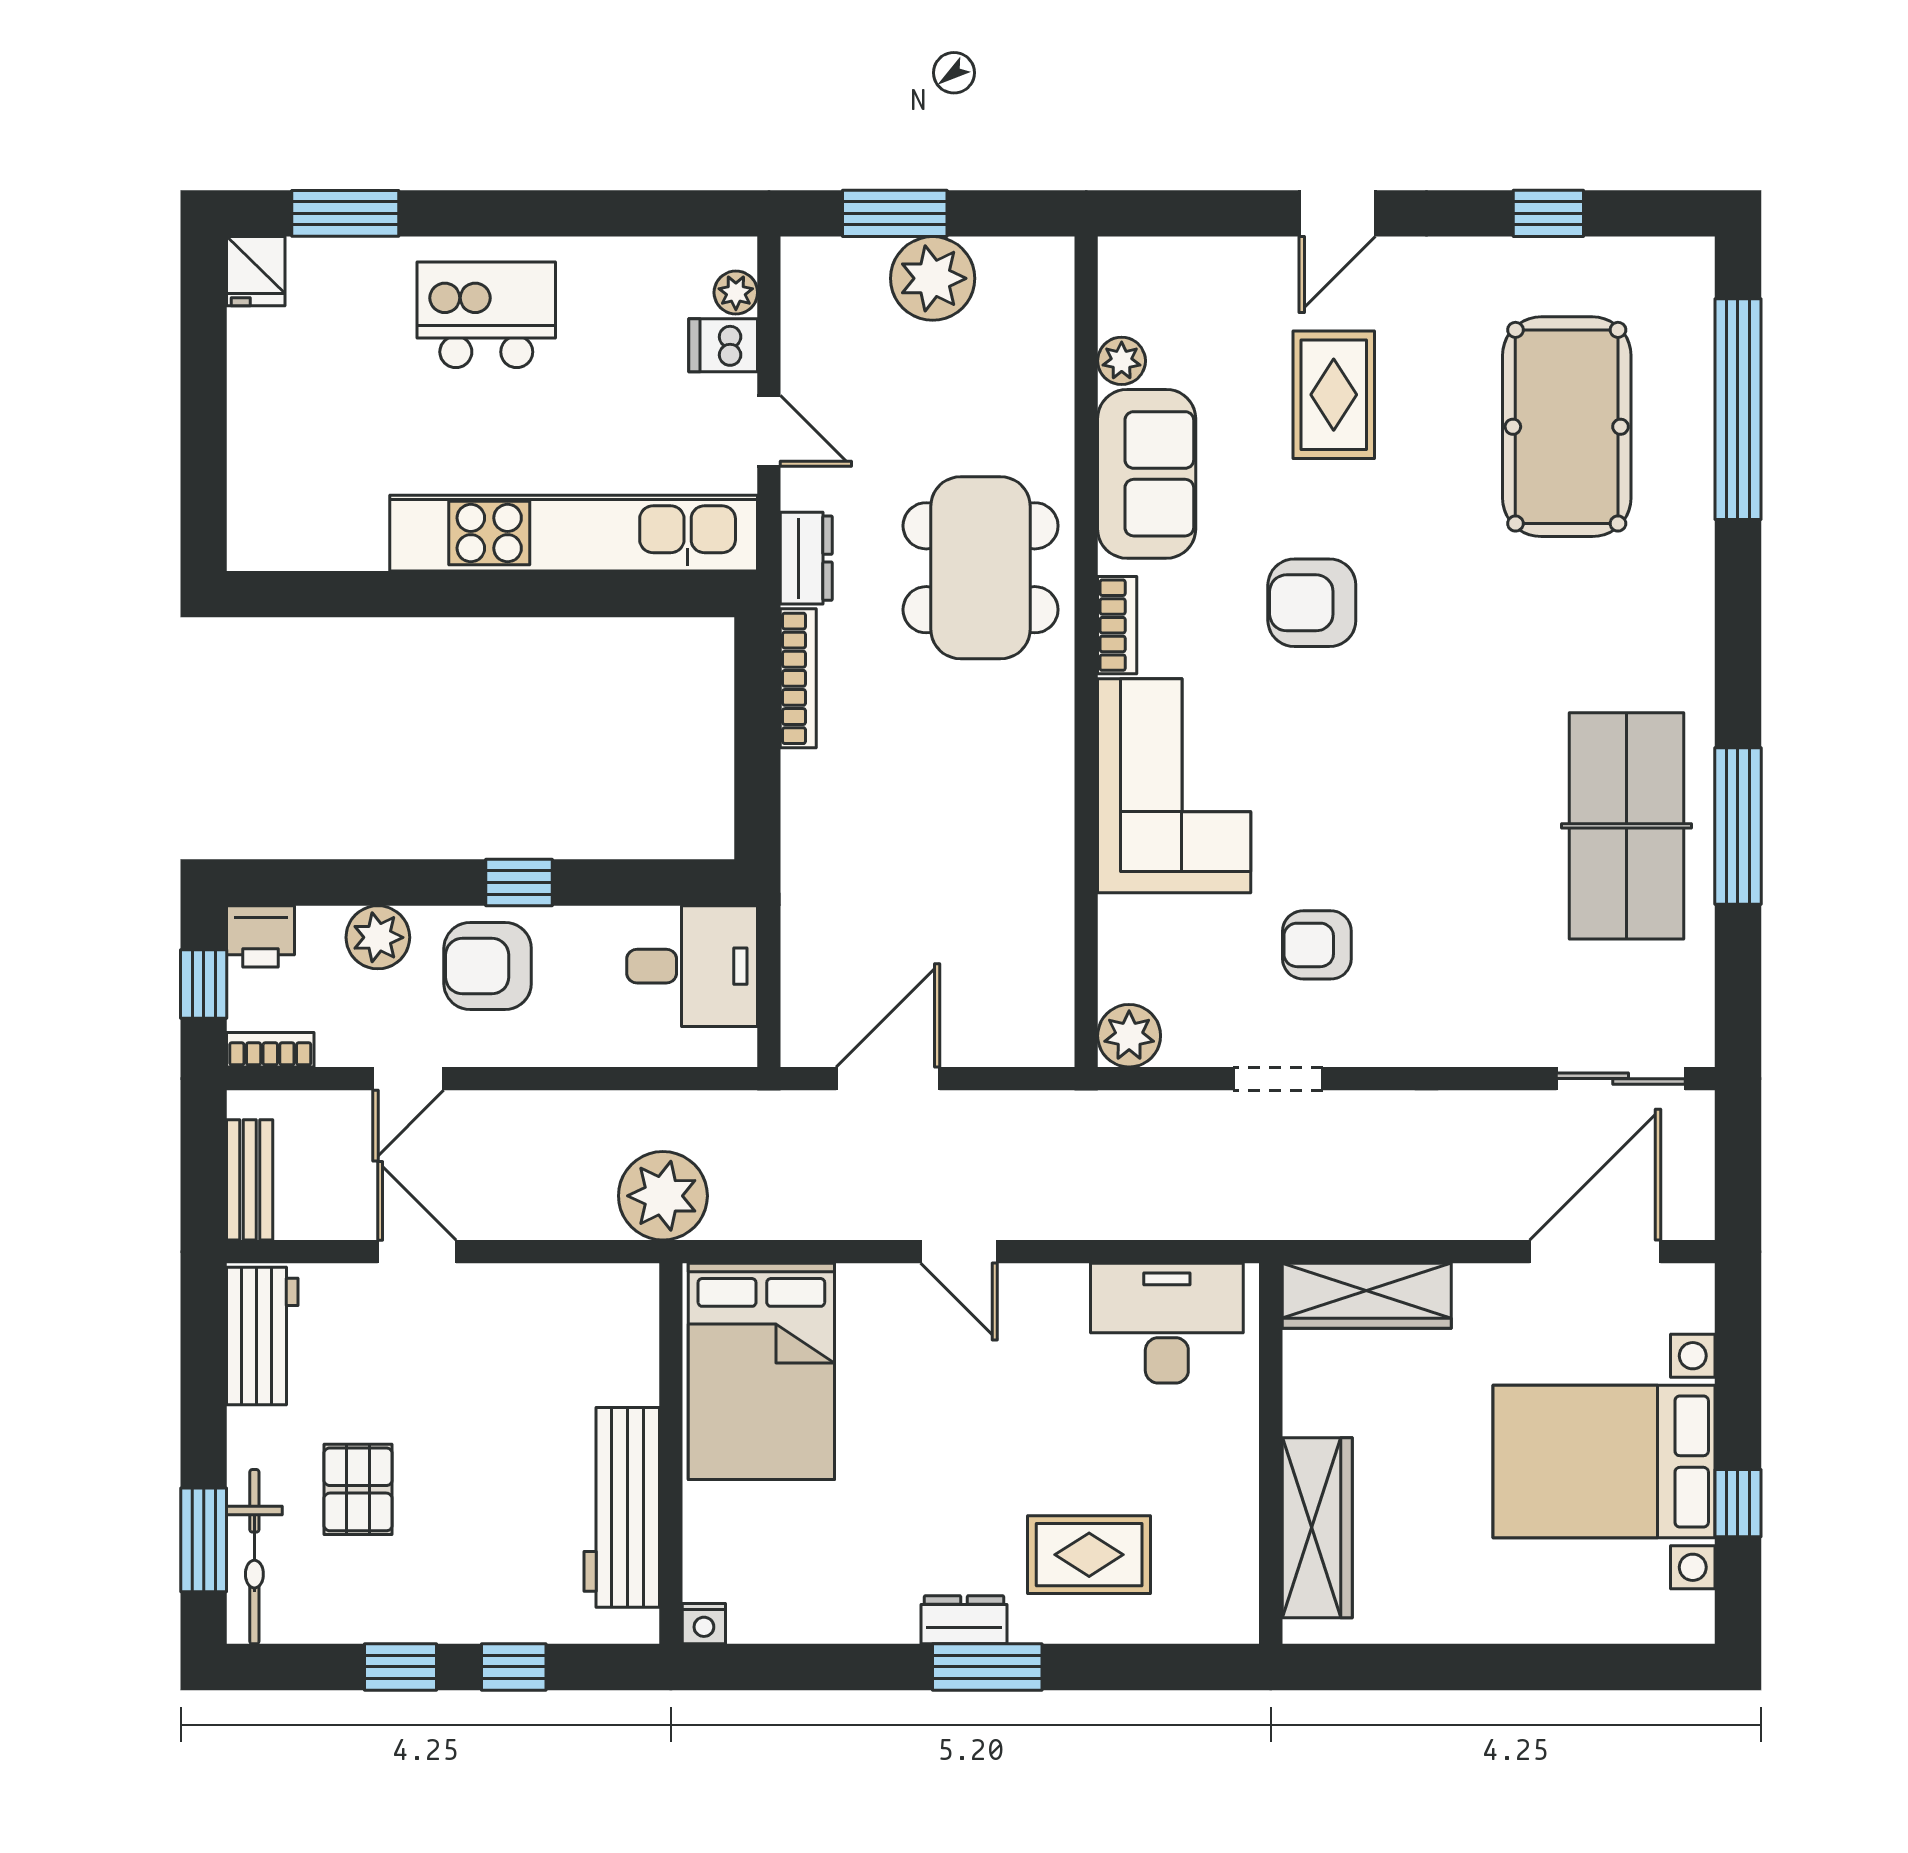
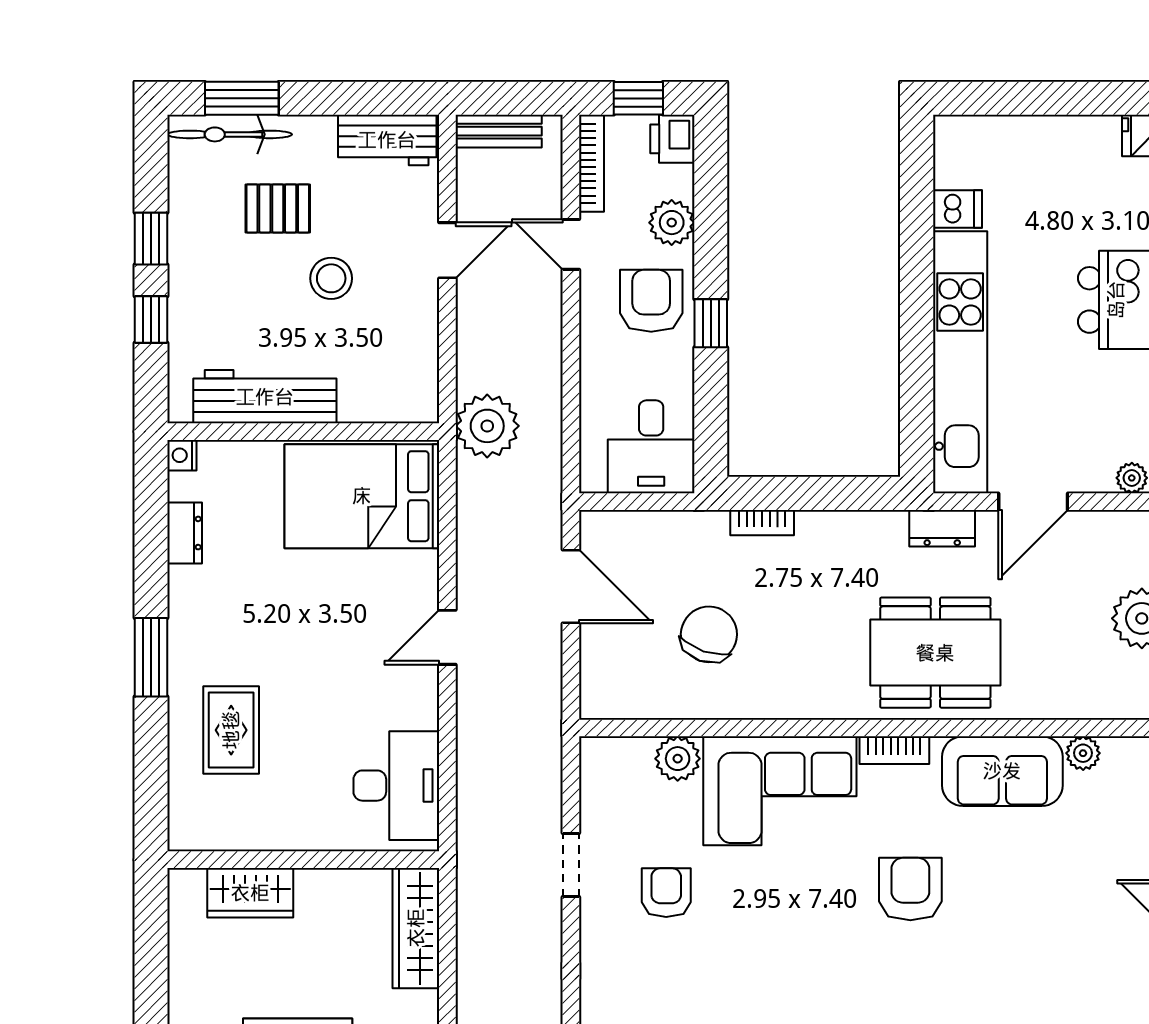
dishwasher: (723, 345) -> (957, 209), moved, turned 90
rug: (1334, 395) -> (1059, 905), removed
door: (769, 431) -> (1033, 502), width x1.38
bookcase: (798, 678) -> (762, 523), moved, width x0.64
chair: (955, 885) -> (709, 634), added
plant: (1129, 1036) -> (678, 759), moved
bookcase: (270, 1050) -> (591, 163), width x1.56
stool: (456, 1414) -> (331, 278), added
wardrobe: (1317, 1528) -> (250, 893), width x0.67
dresser: (964, 1620) -> (185, 533), moved

